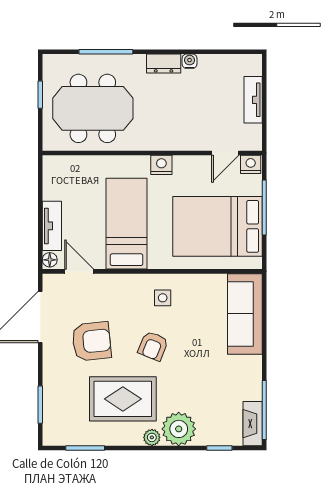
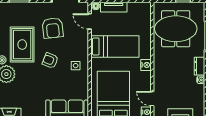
meeting table: (93, 108) -> (176, 29), turned 90
door: (79, 271) -> (90, 21), swing flipped

